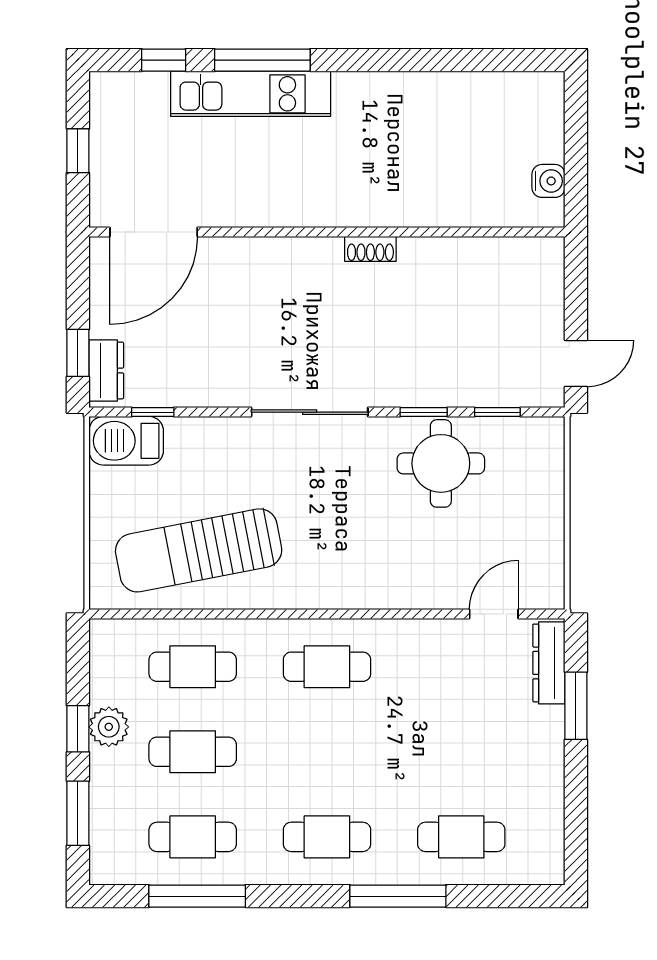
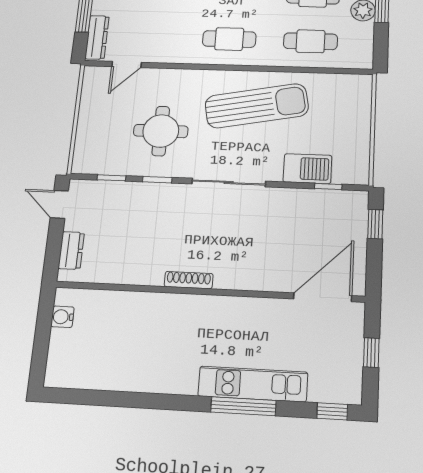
window: (164, 60) -> (332, 411), moved
shoe rack: (370, 249) -> (189, 280), width x1.43
door: (576, 363) -> (59, 204), hinge flipped
dresser: (106, 370) -> (71, 250), moved, turned 180
barbecue: (126, 441) -> (307, 169), moved
round table: (441, 463) -> (161, 131), moved
sun lounger: (199, 550) -> (257, 106), moved

